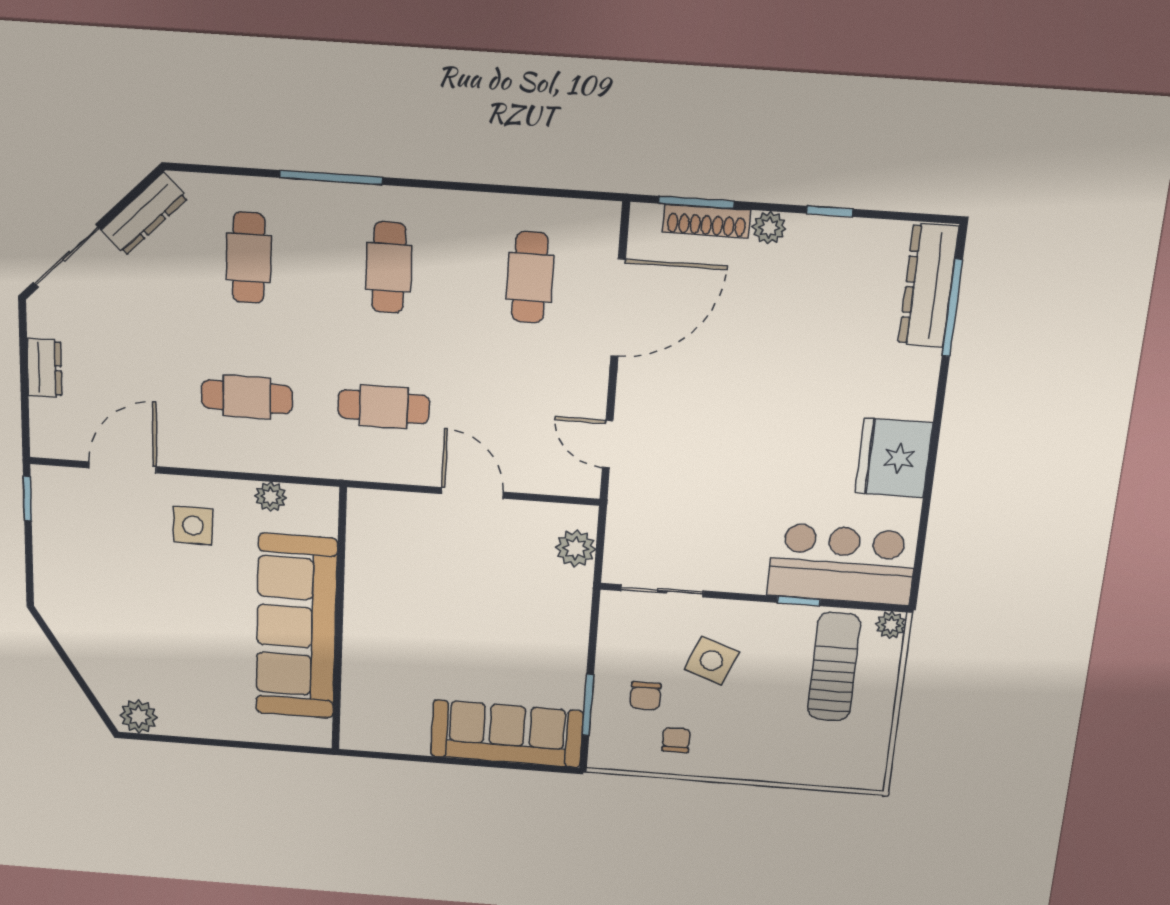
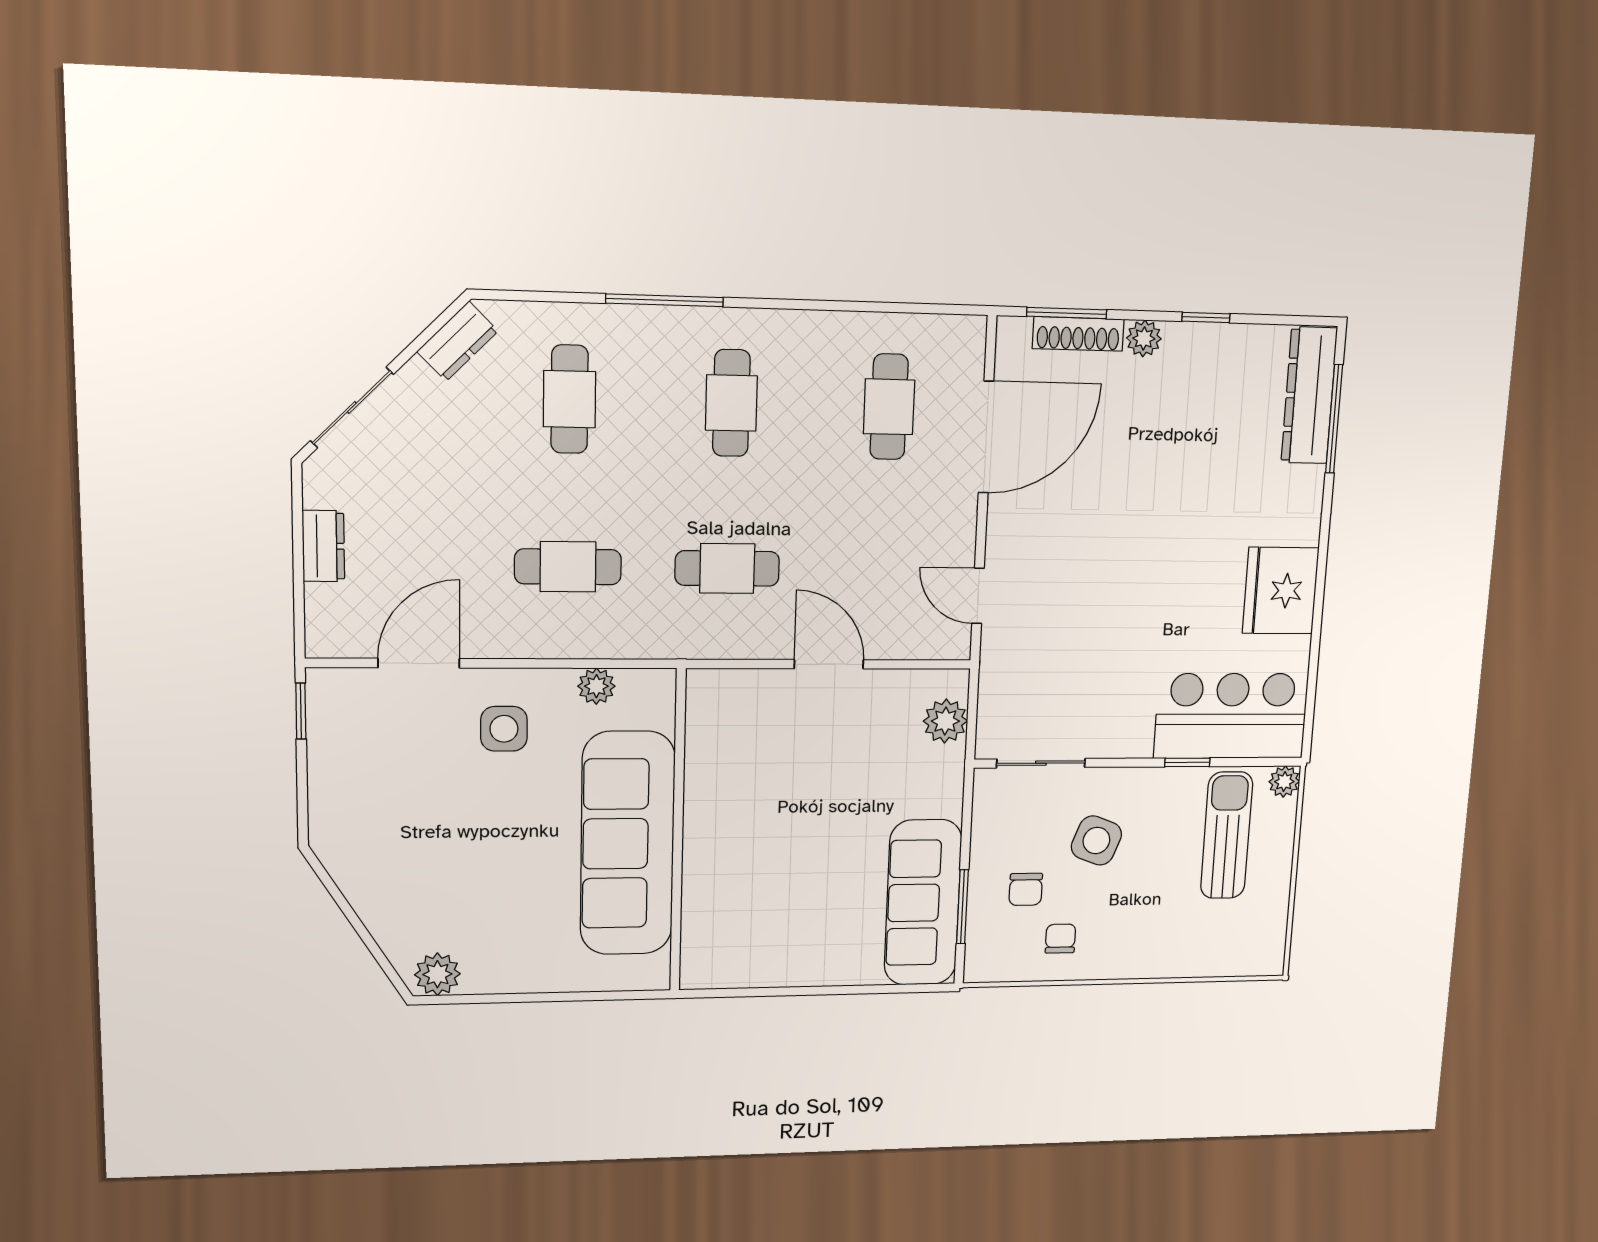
dresser: (144, 214) -> (458, 341), width x0.70
sofa: (507, 734) -> (923, 903), moved, turned -90

